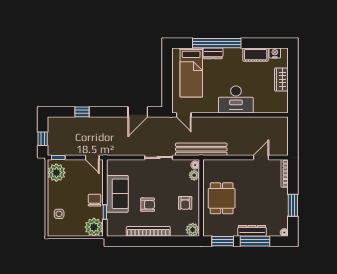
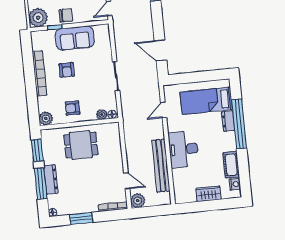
door: (184, 115) -> (164, 110), moved
bench: (201, 149) -> (161, 166), moved
plant: (281, 149) -> (138, 201), added

